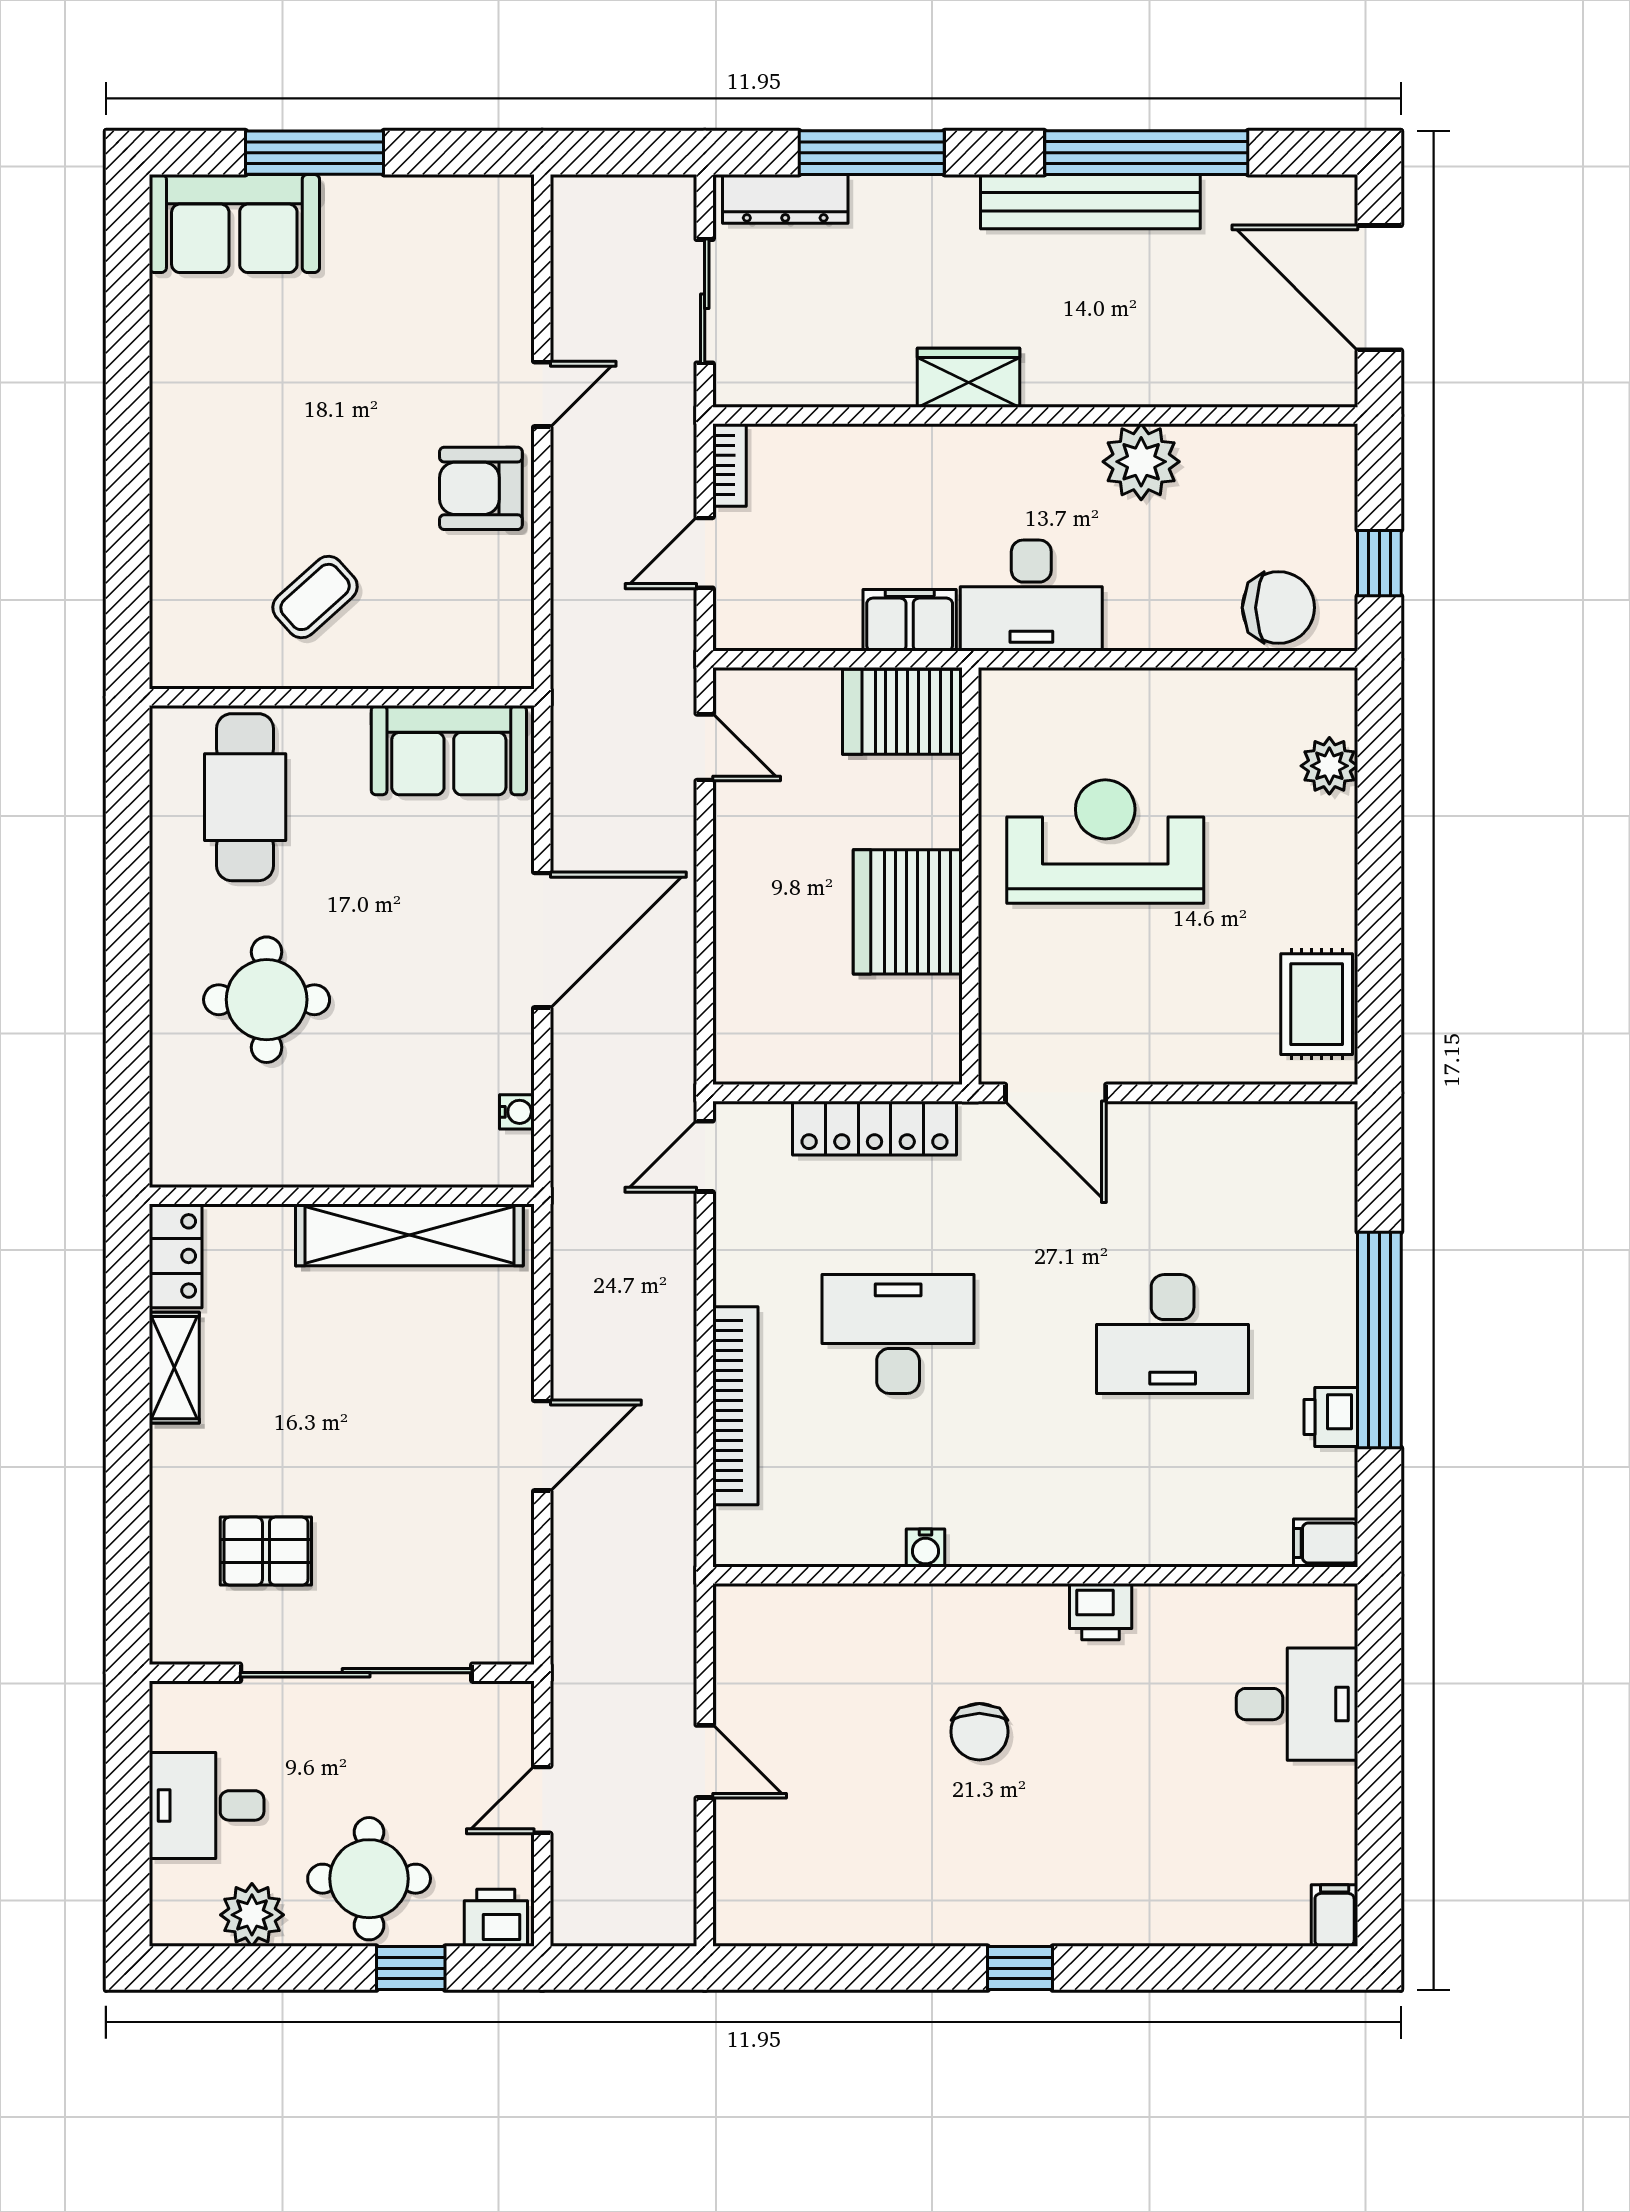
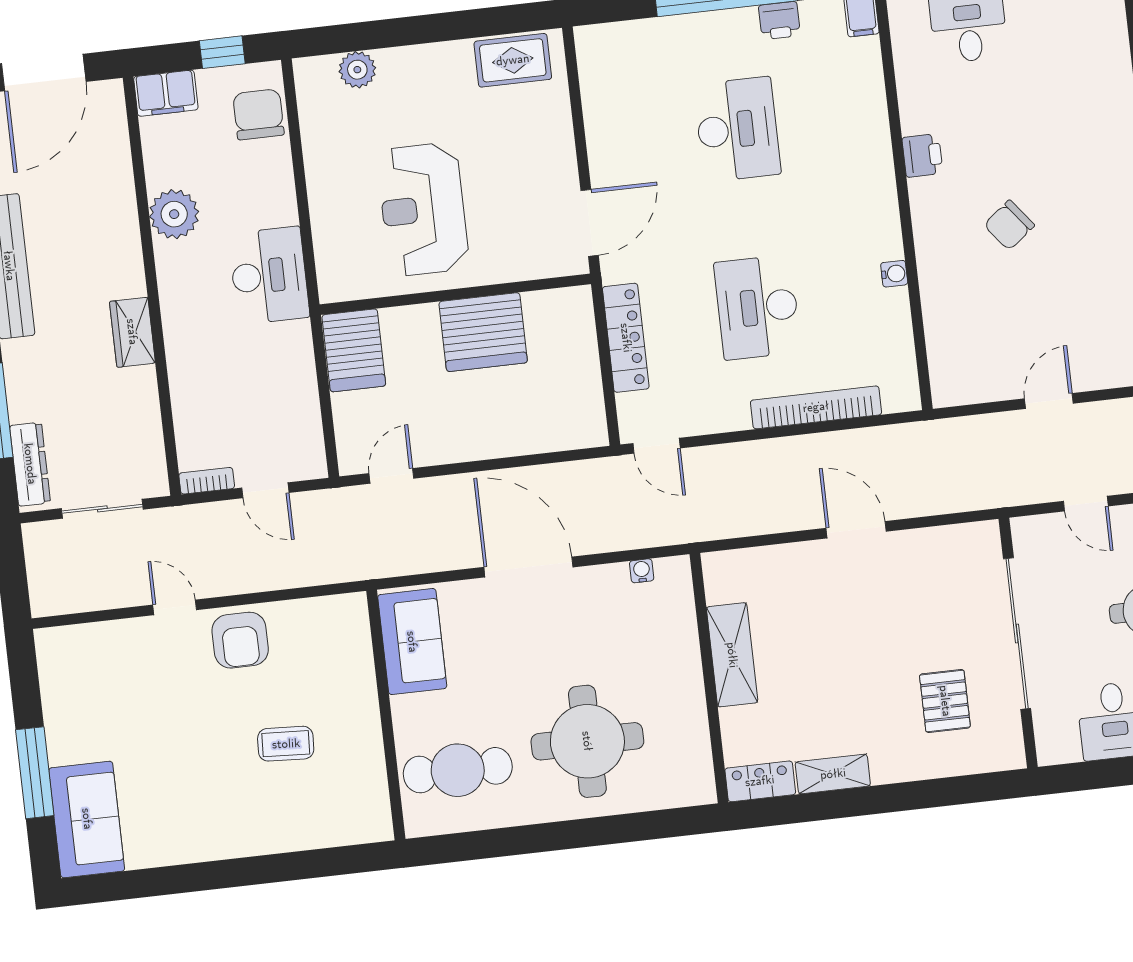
coffee table: (315, 597) -> (286, 744), moved, turned -45
filing cabinet: (910, 620) -> (166, 93), moved, turned -90
round table: (267, 1000) -> (587, 741), width x1.36, depth x1.36
shelving: (409, 1235) -> (732, 655), width x0.68
chair: (979, 1732) -> (1009, 225), turned 142

